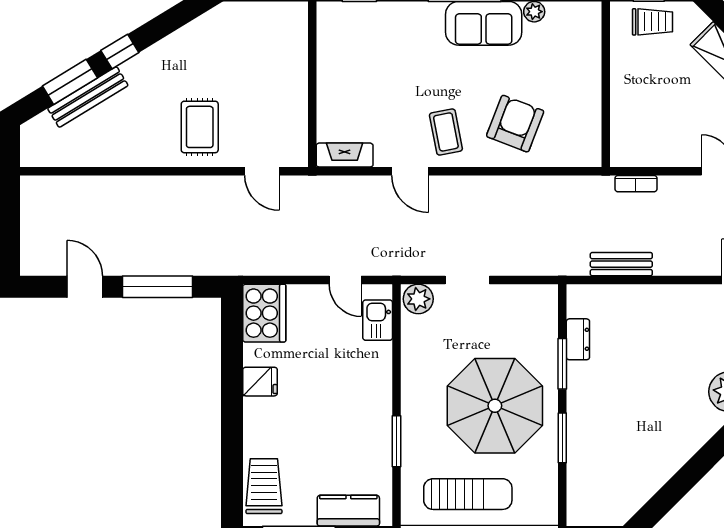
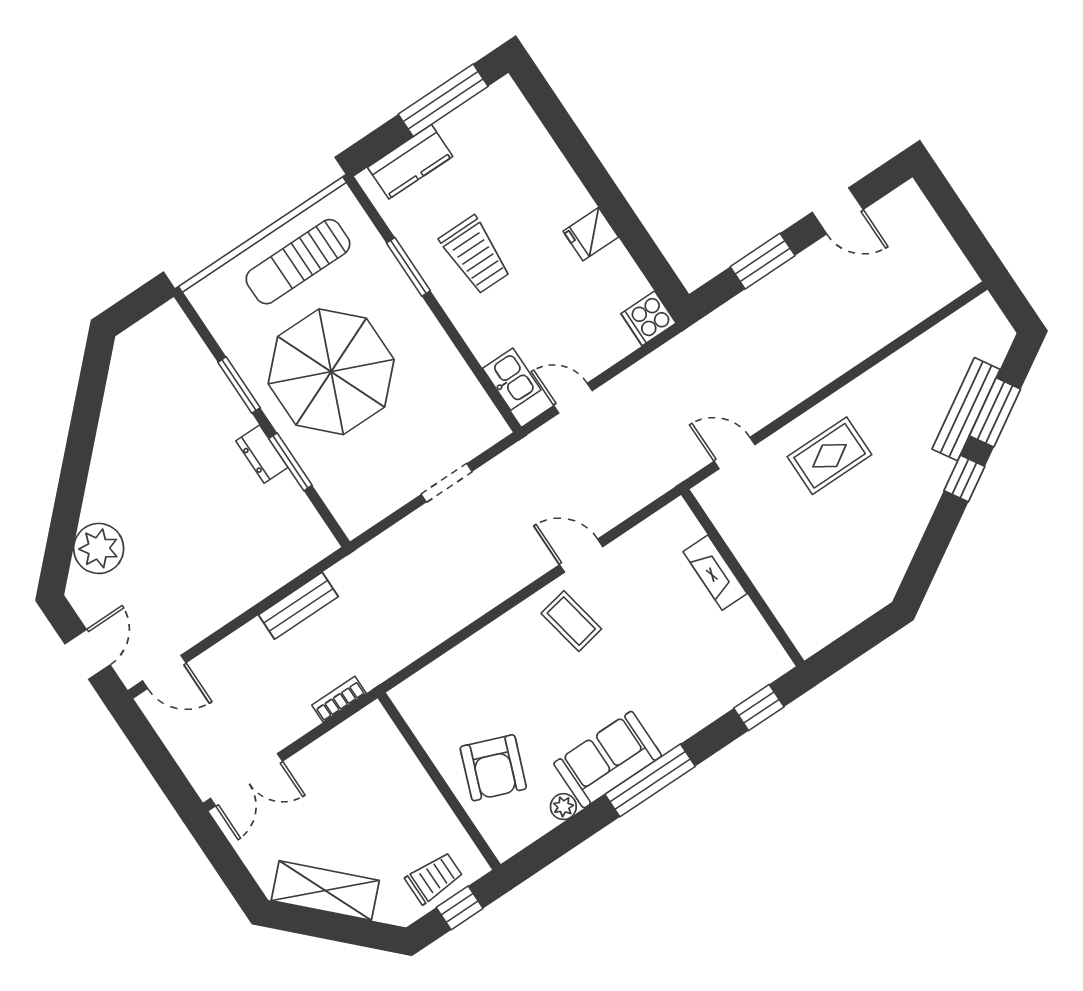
trolley: (652, 22) -> (434, 878), turned 180
armchair: (515, 124) -> (493, 768), moved
rug: (200, 127) -> (830, 456), turned 90
fireplace: (345, 155) -> (715, 573), moved, turned 90
window: (157, 287) -> (763, 261), width x0.69
plant: (418, 299) -> (484, 429), removed
cooker: (264, 313) -> (648, 318), width x0.53, depth x0.76
dresser: (578, 339) -> (262, 454), moved
trolley: (264, 486) -> (475, 255), moved

